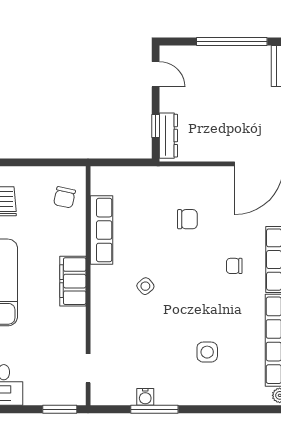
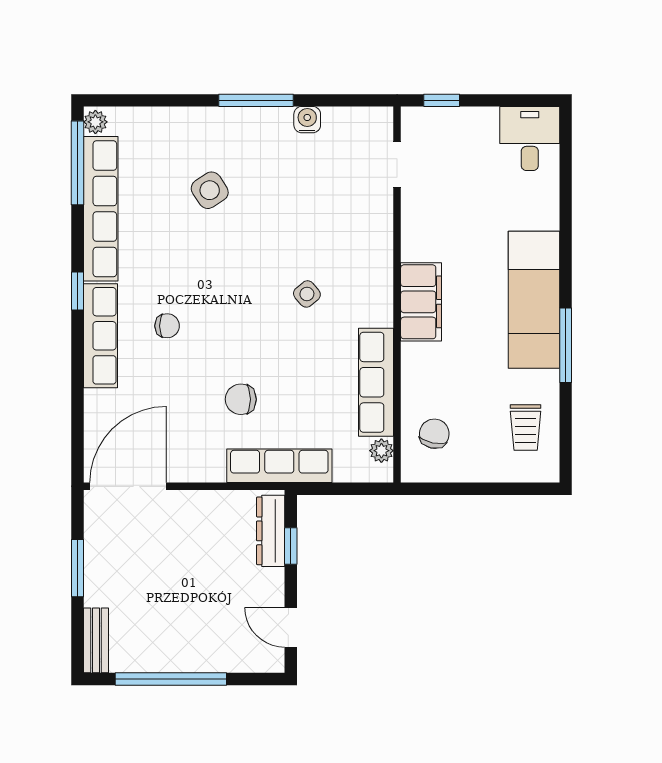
row of seats: (163, 177) -> (279, 466), added
plant: (98, 187) -> (381, 451), added
side table: (207, 352) -> (210, 190), turned -33
window: (60, 409) -> (442, 100), width x0.67
window: (154, 409) -> (256, 100), moved

